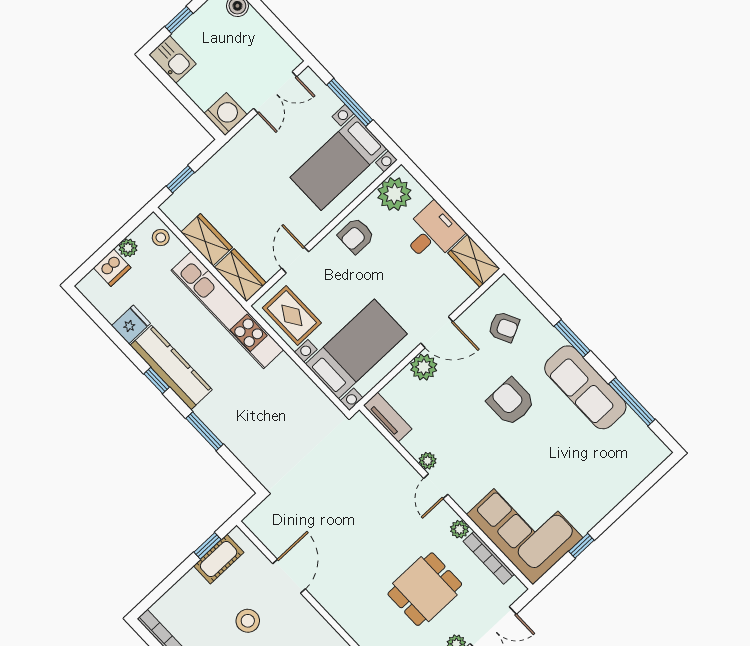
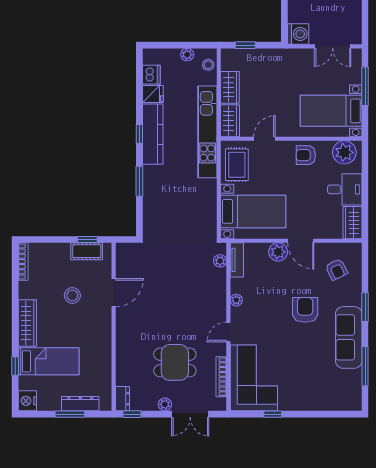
dishwasher: (112, 268) -> (151, 75), moved, turned -90
door: (436, 486) -> (228, 332), moved
plant: (459, 529) -> (220, 261), moved

